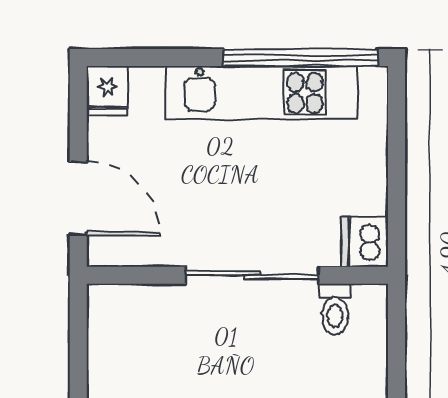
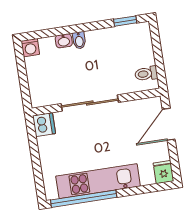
door: (78, 198) -> (169, 124), hinge flipped
toilet: (335, 309) -> (146, 74), moved, turned -90

